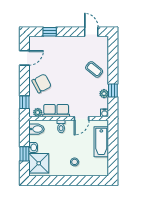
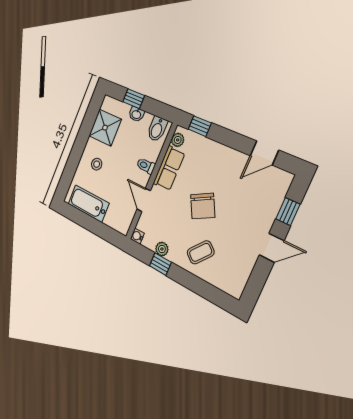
door: (91, 32) -> (272, 248), moved
door: (24, 58) -> (264, 153), hinge flipped
chair: (42, 83) -> (203, 206), moved
bathtub: (101, 142) -> (88, 204), moved
shower: (39, 163) -> (105, 128), moved

